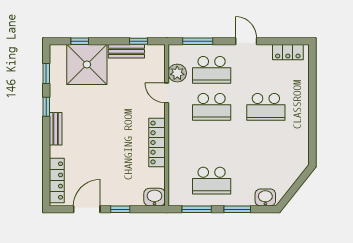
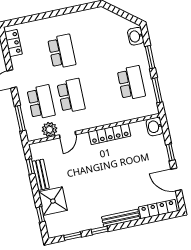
shower: (87, 65) -> (53, 201), width x0.73, depth x0.73
bench: (56, 129) -> (121, 218), width x1.36

